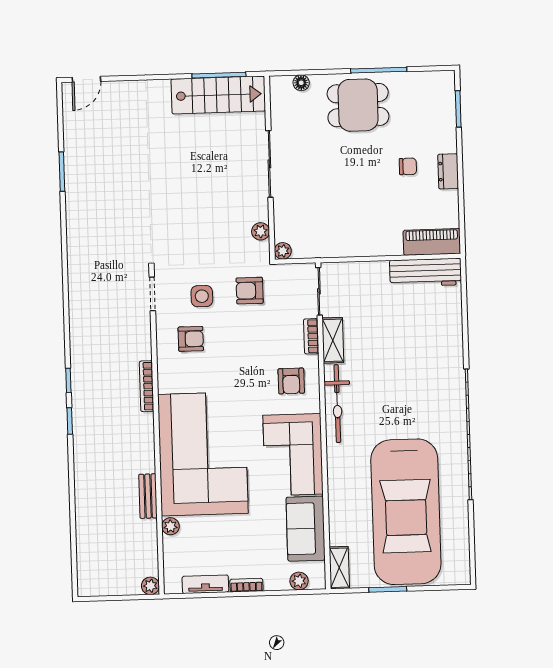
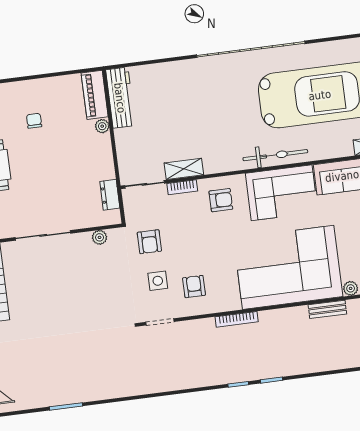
dresser: (448, 171) -> (110, 195), moved, turned 90
plant: (283, 251) -> (102, 126), moved
bicycle: (337, 404) -> (275, 155), moved

